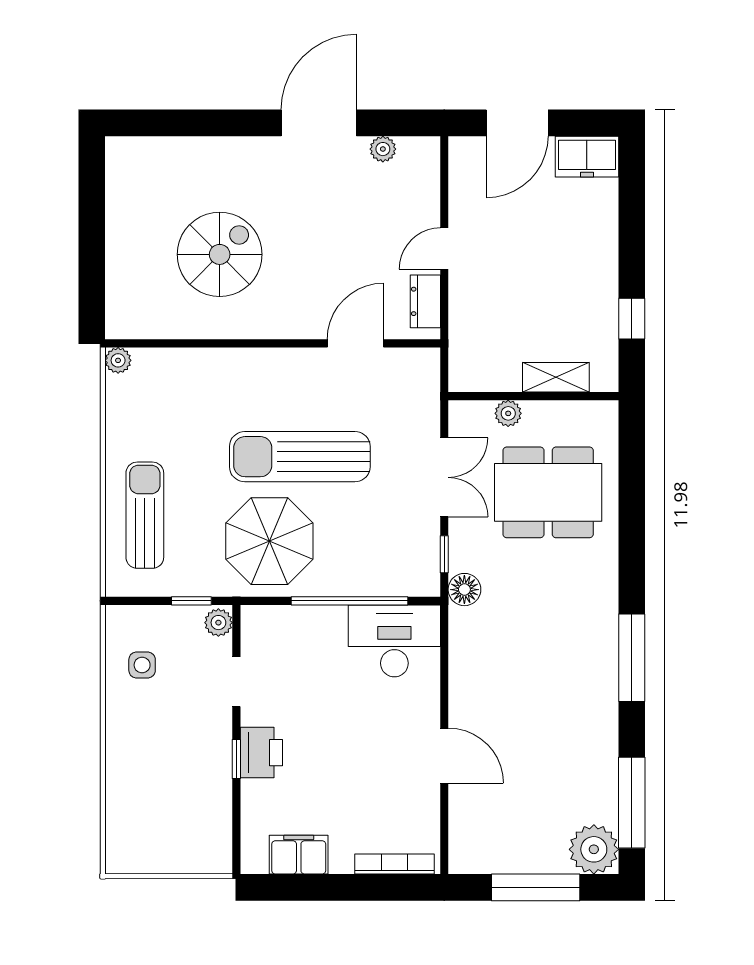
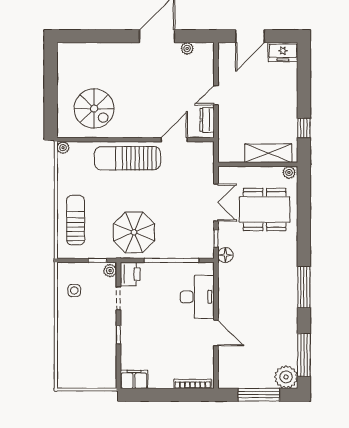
spiral stairs: (220, 254) -> (94, 109), moved, turned 90
shelving: (556, 377) -> (268, 153), width x1.50, depth x1.33
plant: (508, 413) -> (289, 172), moved
sun lounger: (300, 457) -> (128, 158), moved
desk: (394, 641) -> (197, 297), moved, turned 90
printer: (261, 753) -> (130, 274), moved
filing cabinet: (299, 855) -> (134, 379), moved

